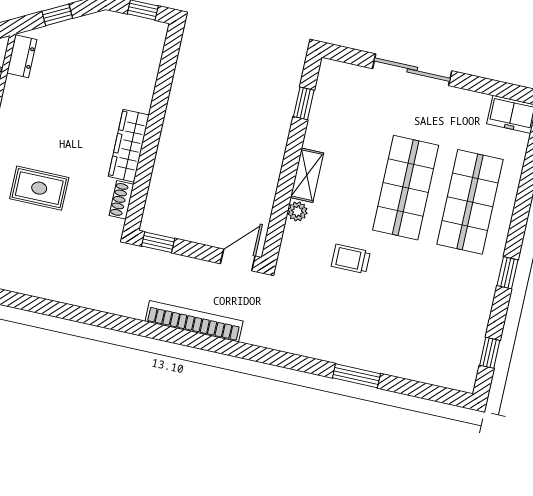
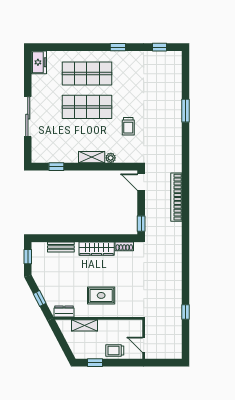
bench: (147, 78) -> (61, 247), added
rug: (39, 188) -> (101, 295), moved, turned 90

